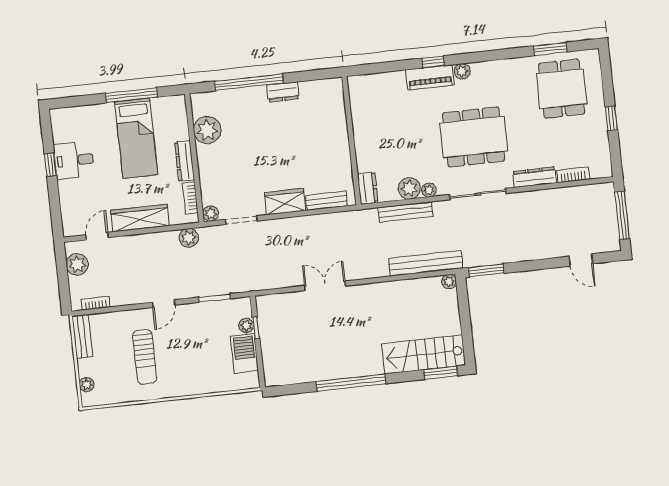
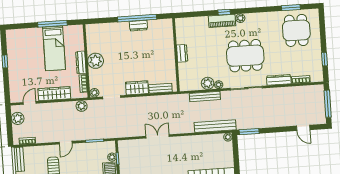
window: (249, 82) -> (137, 18), moved
window: (611, 118) -> (325, 59), moved
plant: (207, 130) -> (96, 61), moved
desk: (74, 160) -> (18, 59), removed
dresser: (368, 188) -> (182, 53), moved

